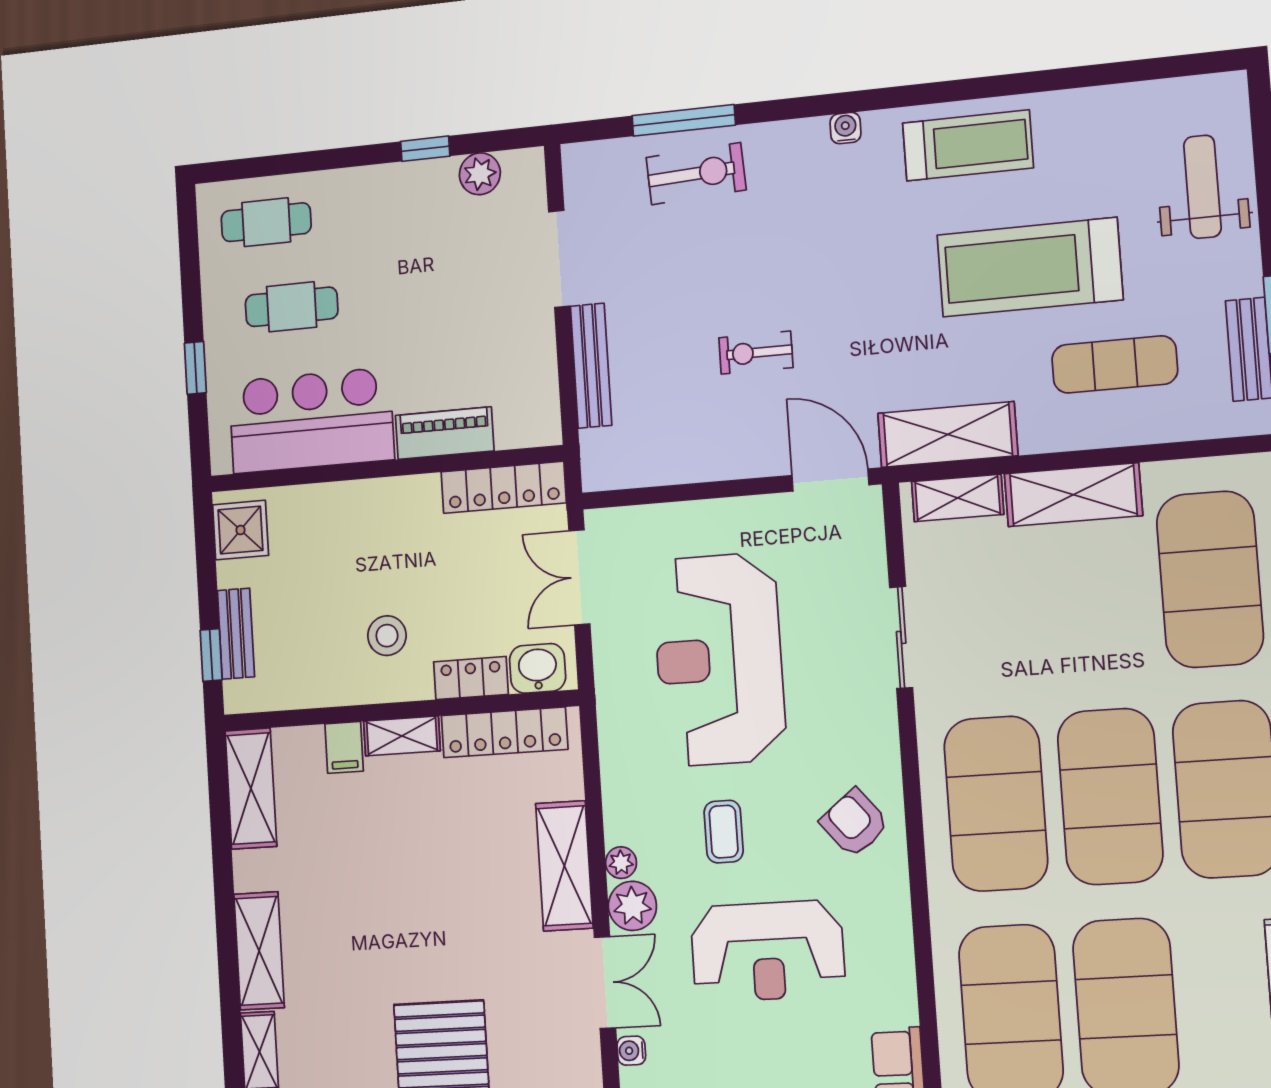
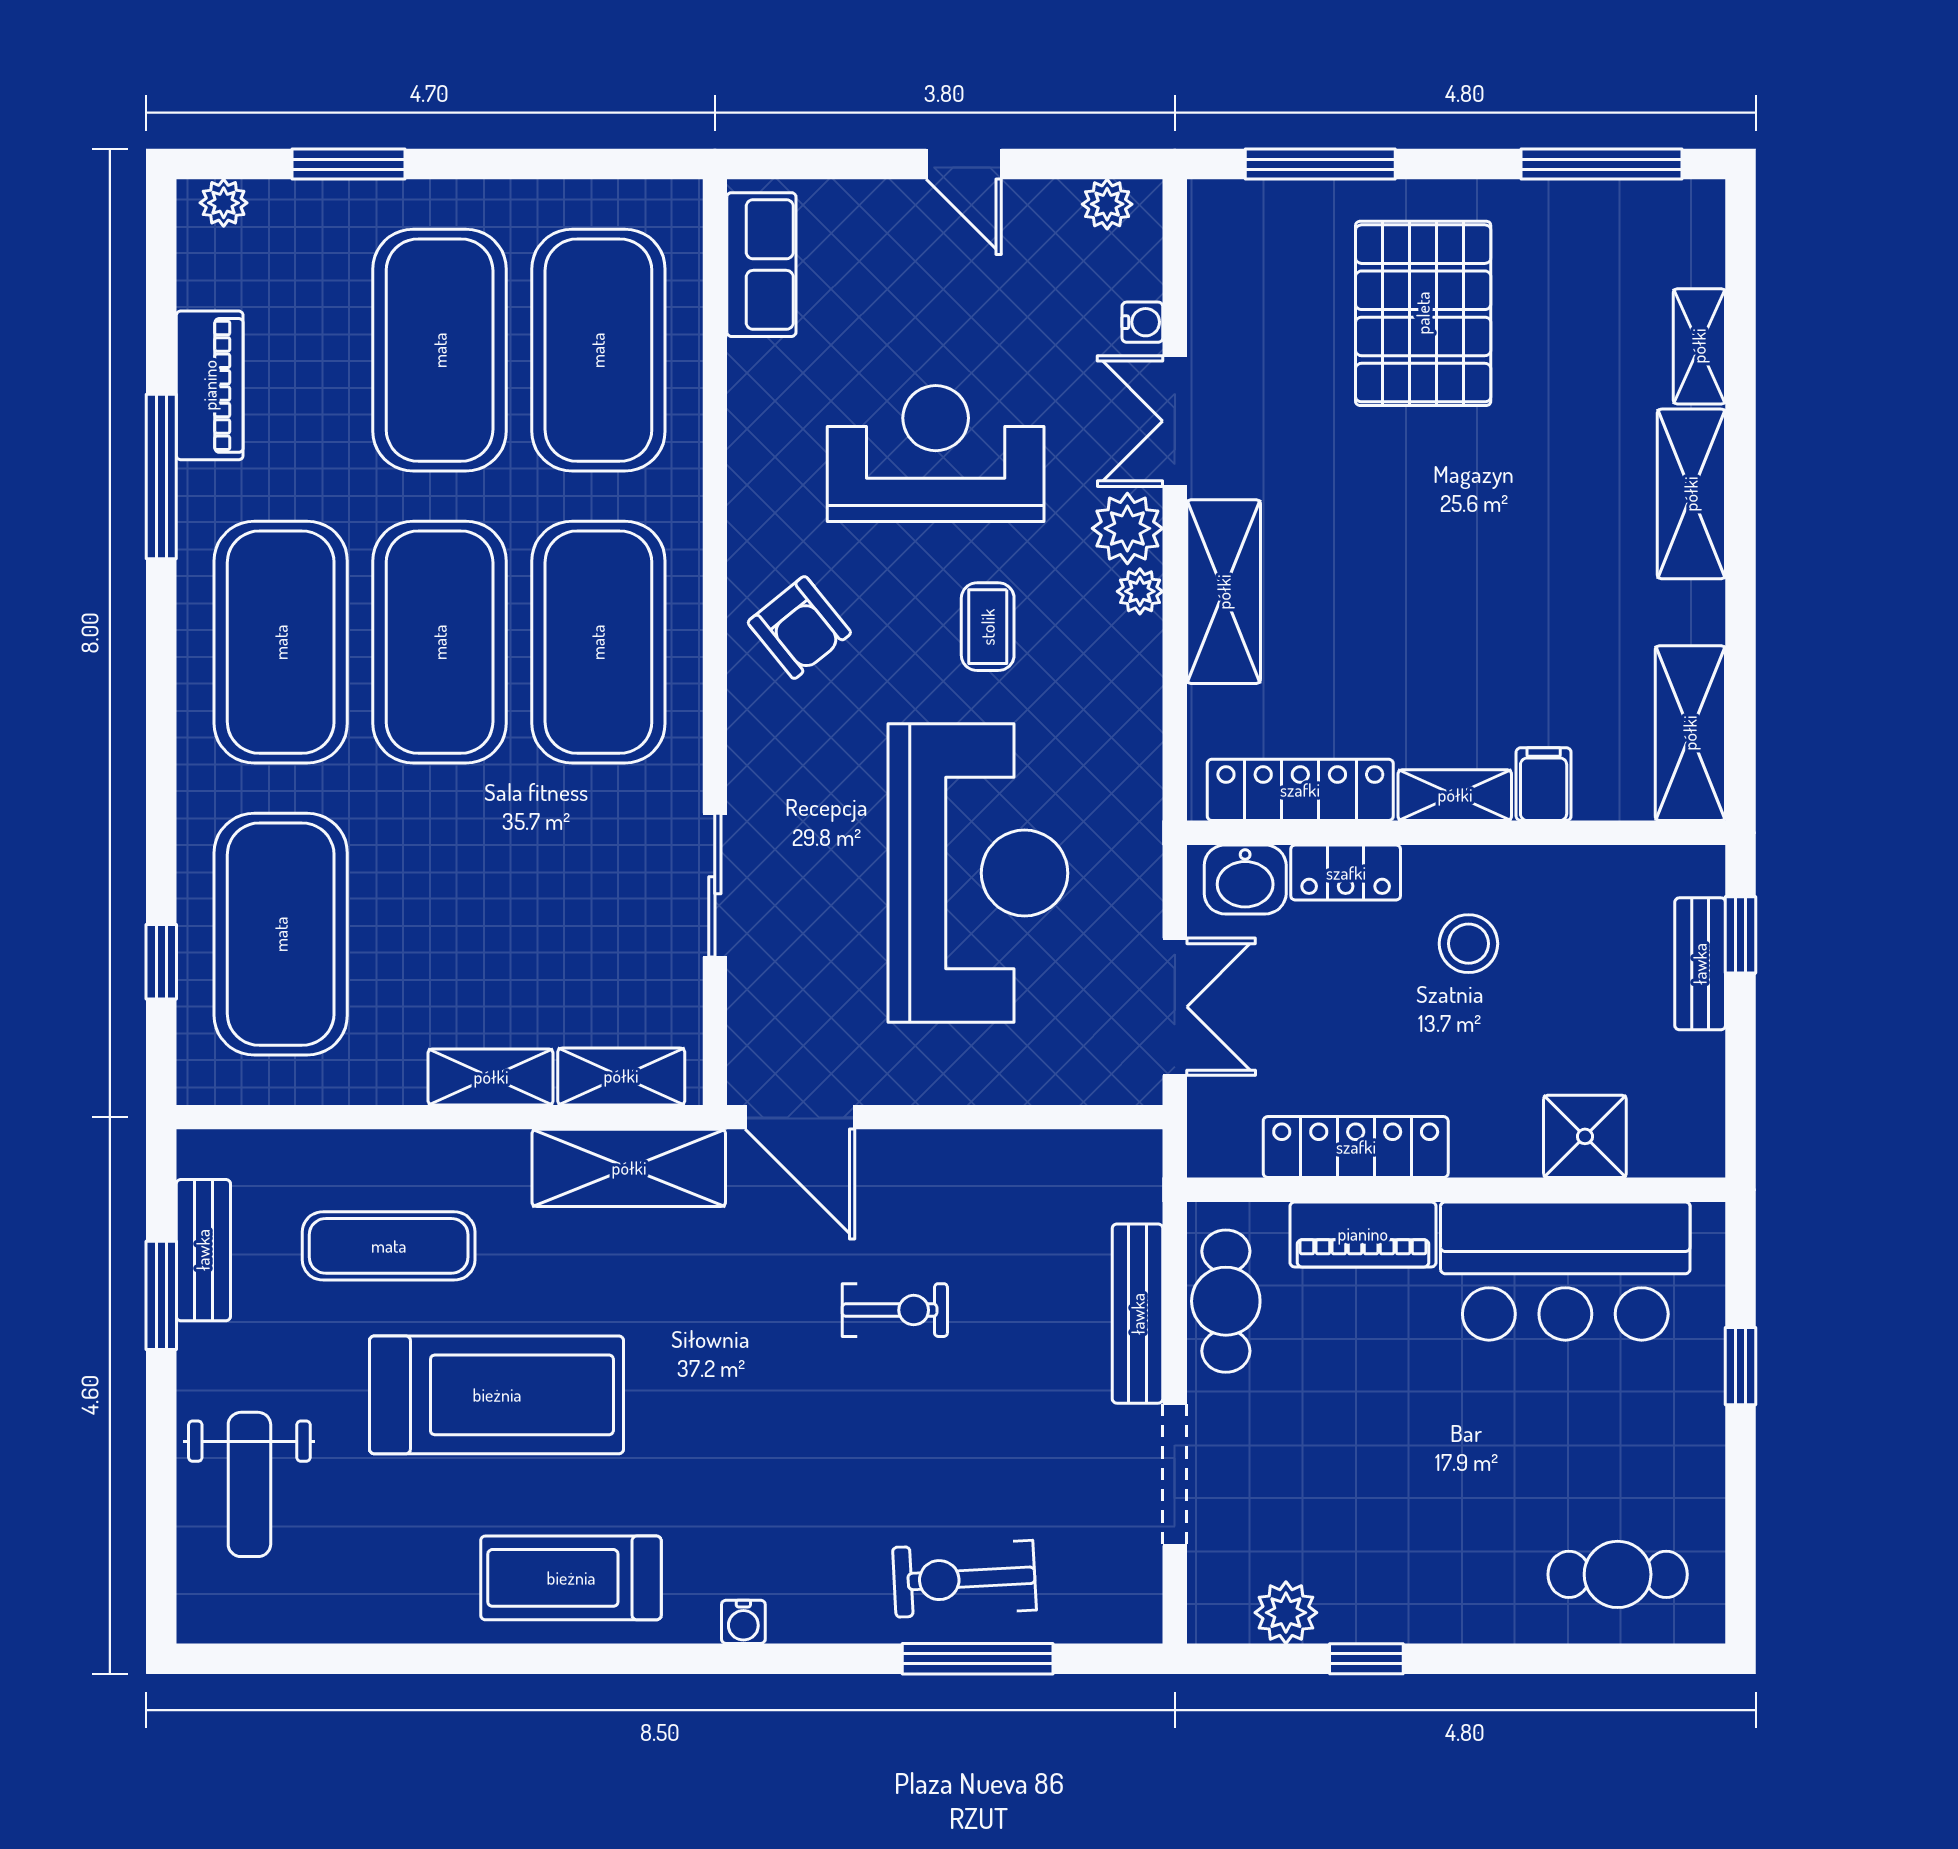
cafe table: (292, 307) -> (1226, 1301), moved, turned 90
locker: (504, 487) -> (1356, 1147), moved
shelving: (1073, 495) -> (491, 1077), width x0.67, depth x0.75
shower: (241, 530) -> (1585, 1136), moved

